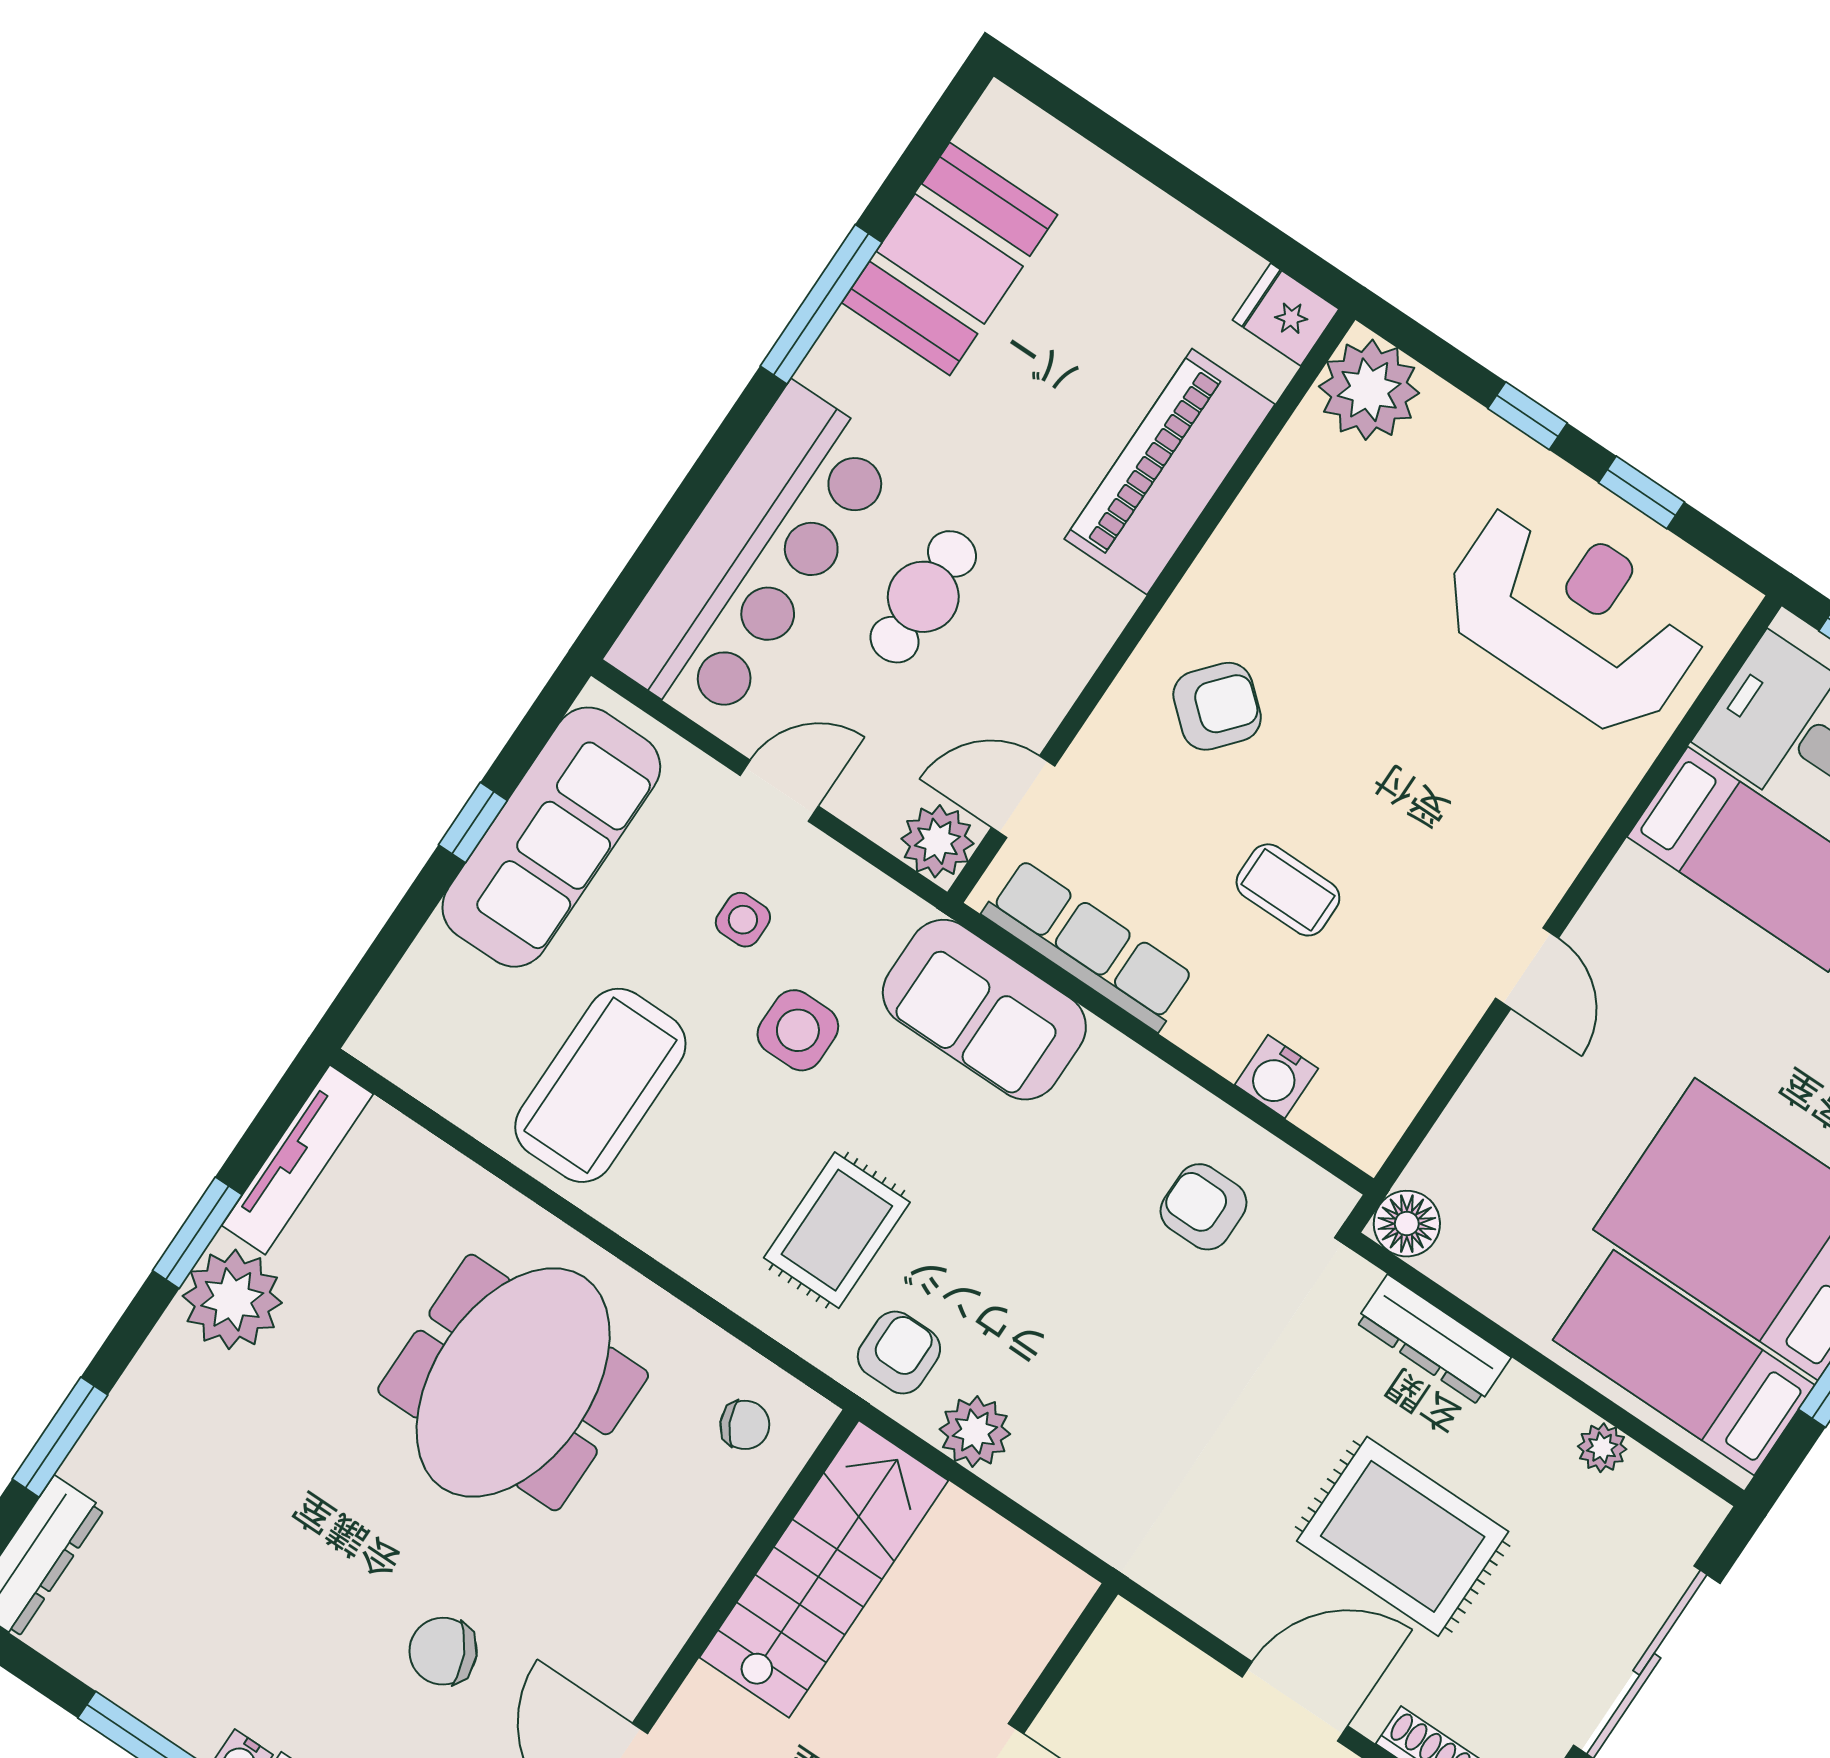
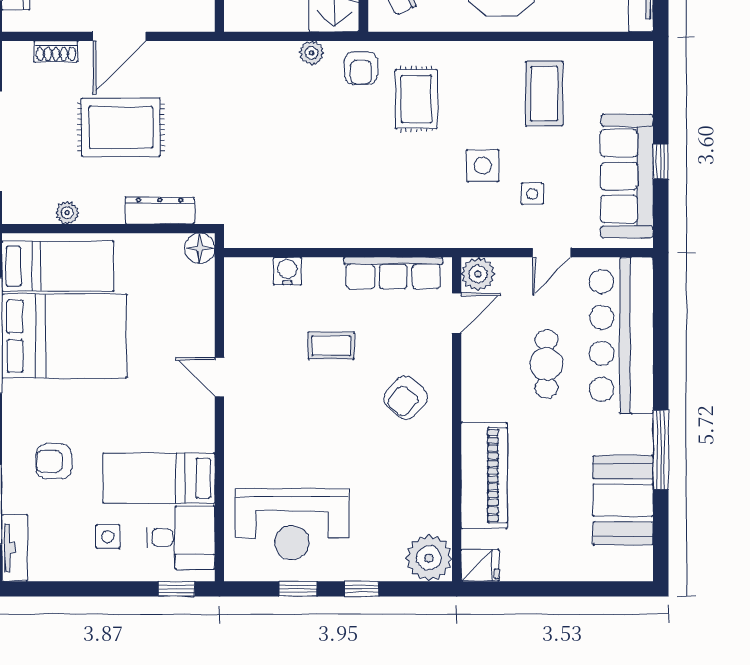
sofa: (984, 1010) -> (417, 221), removed
coffee table: (600, 1085) -> (544, 94), width x0.73, depth x0.76
armchair: (1204, 1207) -> (282, 202), removed
plant: (975, 1432) -> (312, 53), width x0.73, depth x0.73

